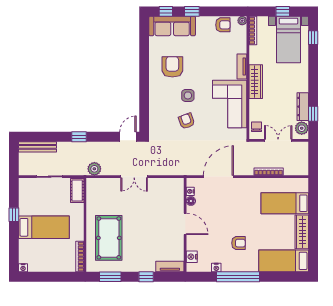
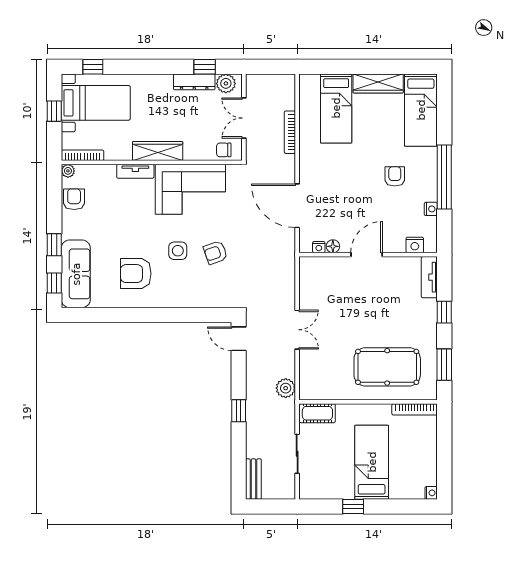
bench: (37, 147) -> (253, 479), width x0.73

